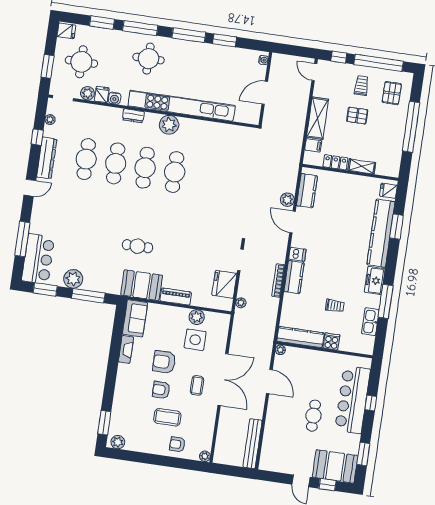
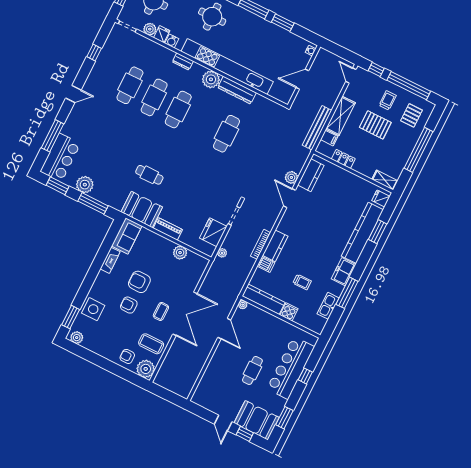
pallet: (357, 116) -> (375, 125), width x1.50, depth x1.42
plant: (50, 120) -> (110, 41), removed
dresser: (47, 158) -> (237, 90), moved, turned 90
shelving: (362, 166) -> (385, 180), moved
cafe table: (175, 172) -> (226, 134), moved
dishwasher: (297, 254) -> (266, 264), moved
side table: (195, 340) -> (93, 309), moved
coffee table: (167, 417) -> (151, 344), moved
bench: (252, 444) -> (317, 128), moved
plant: (205, 456) -> (146, 369), width x1.87, depth x1.87

